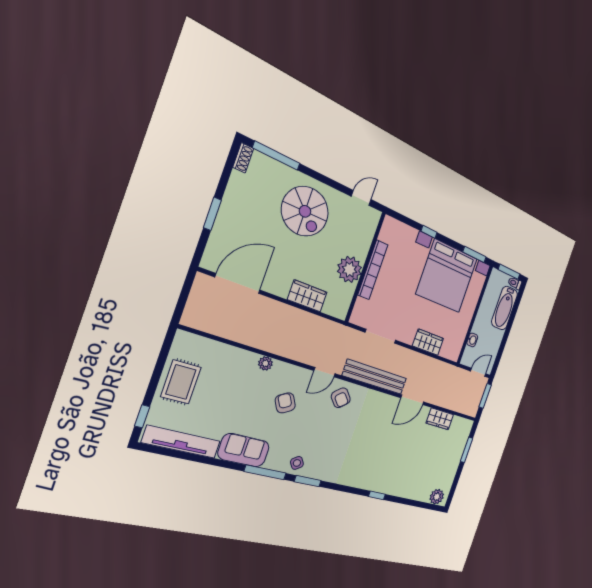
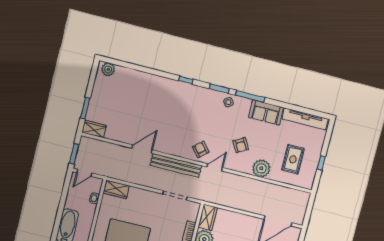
wardrobe: (307, 296) -> (208, 217), moved, turned -90
wardrobe: (428, 342) -> (116, 189), moved
plant: (265, 363) -> (261, 168), width x1.88, depth x1.88
rug: (181, 382) -> (293, 159), moved
window: (142, 416) -> (321, 163), moved
wardrobe: (440, 419) -> (94, 129), moved
window: (377, 495) -> (186, 80), moved

